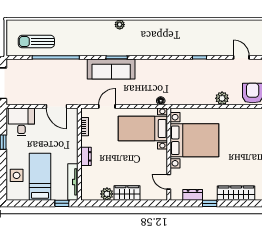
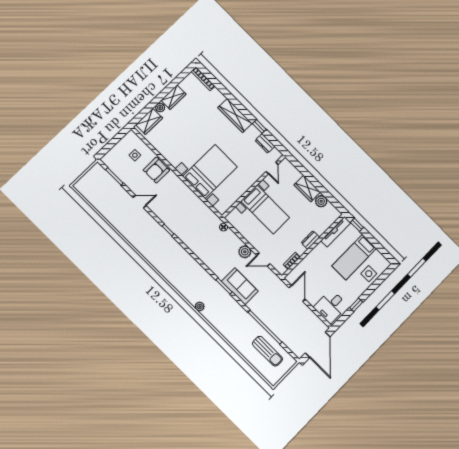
door: (241, 57) -> (140, 202), swing flipped
sofa: (111, 69) -> (240, 286), width x0.73
plant: (222, 98) -> (245, 252), moved
bed with nightstands: (143, 128) -> (265, 209), moved
bed with nightstands: (194, 140) -> (210, 172), moved, turned 90

